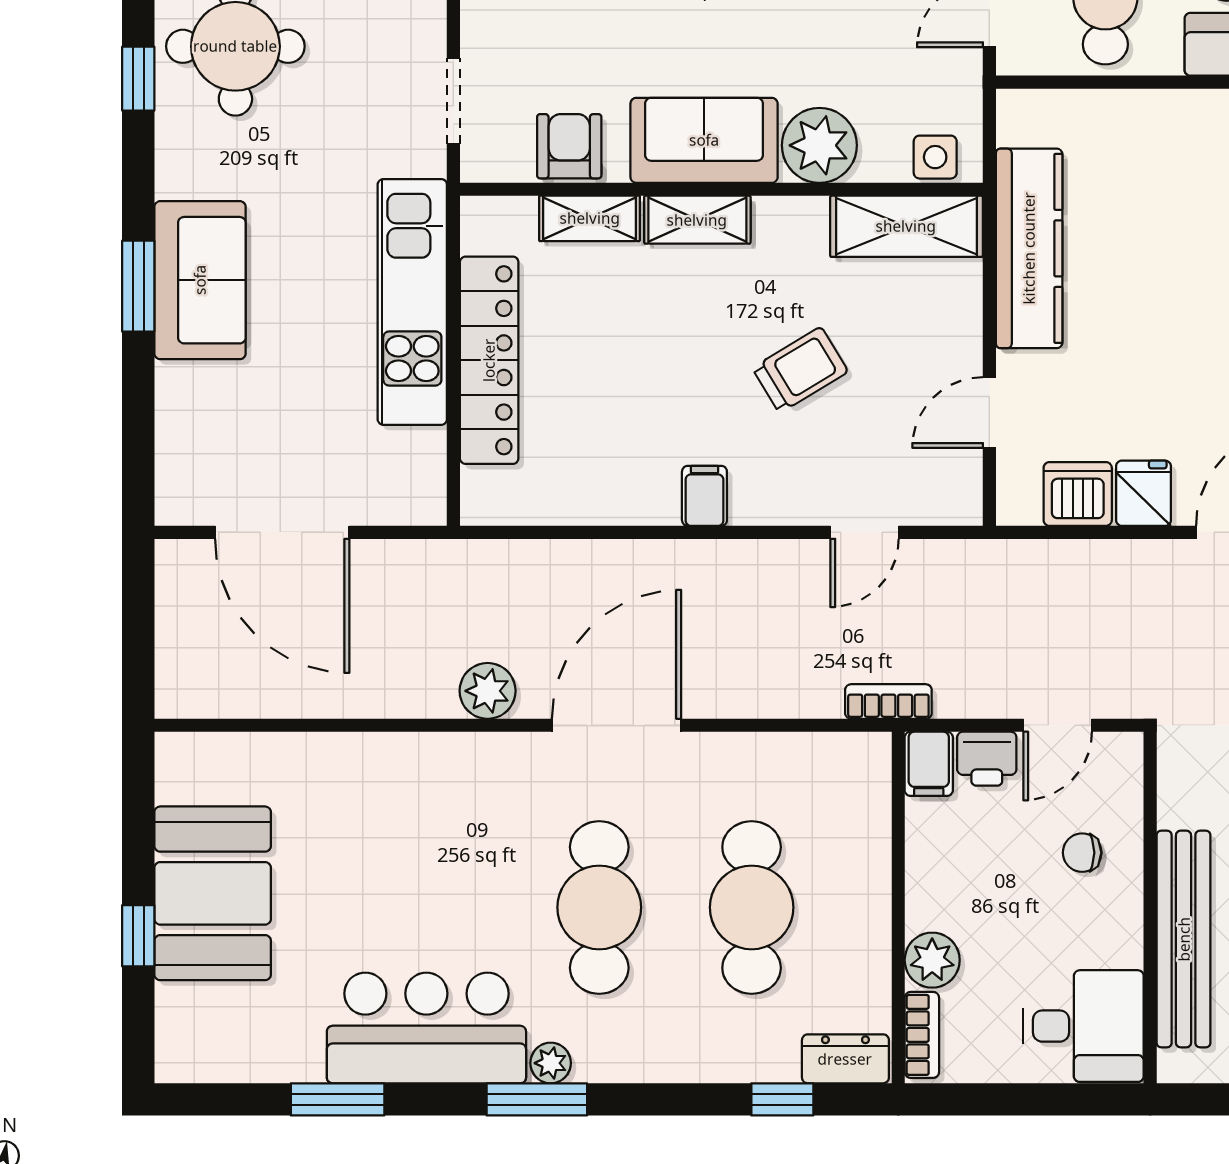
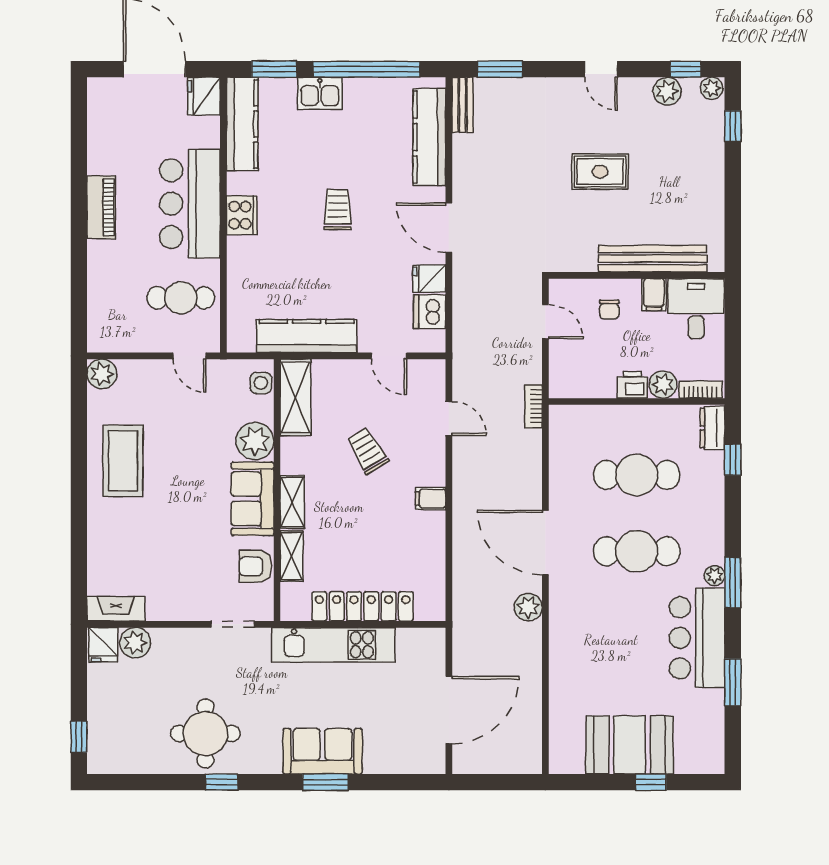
printer: (987, 759) -> (632, 385), moved, turned -90
filing cabinet: (929, 764) -> (654, 295), moved, turned 90

